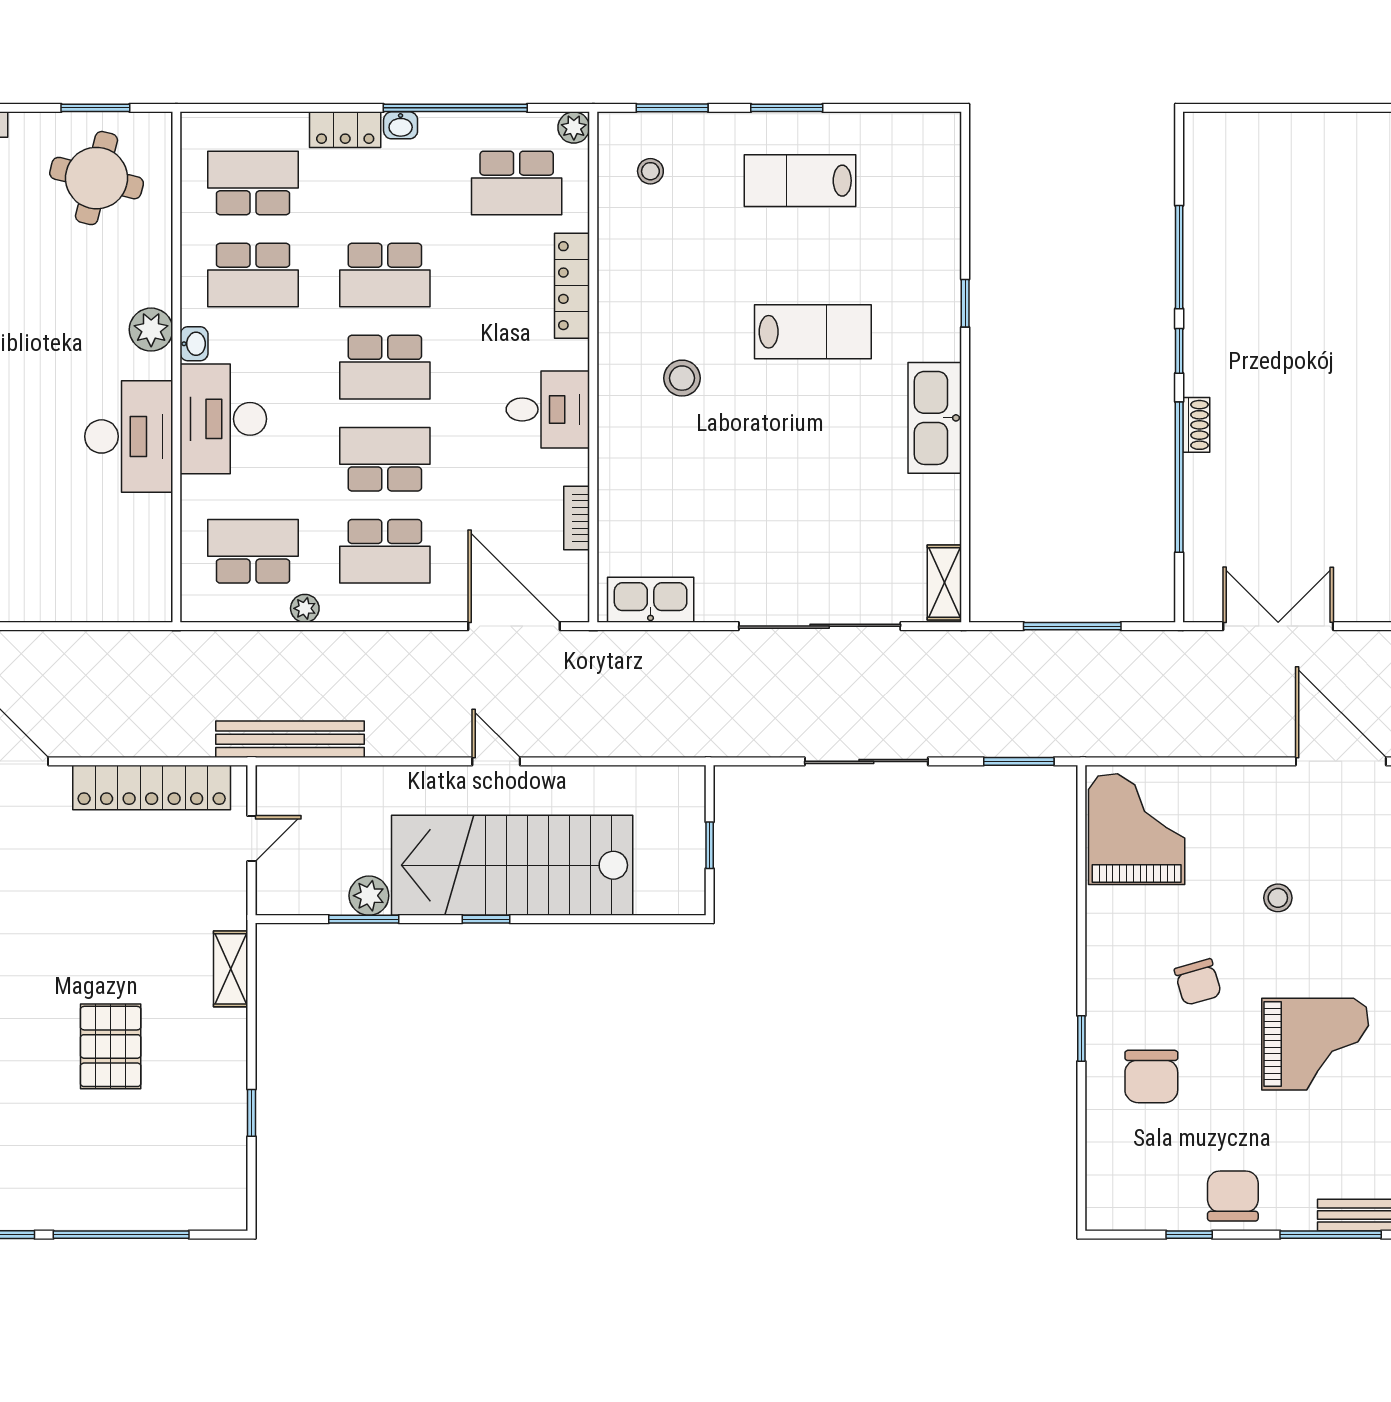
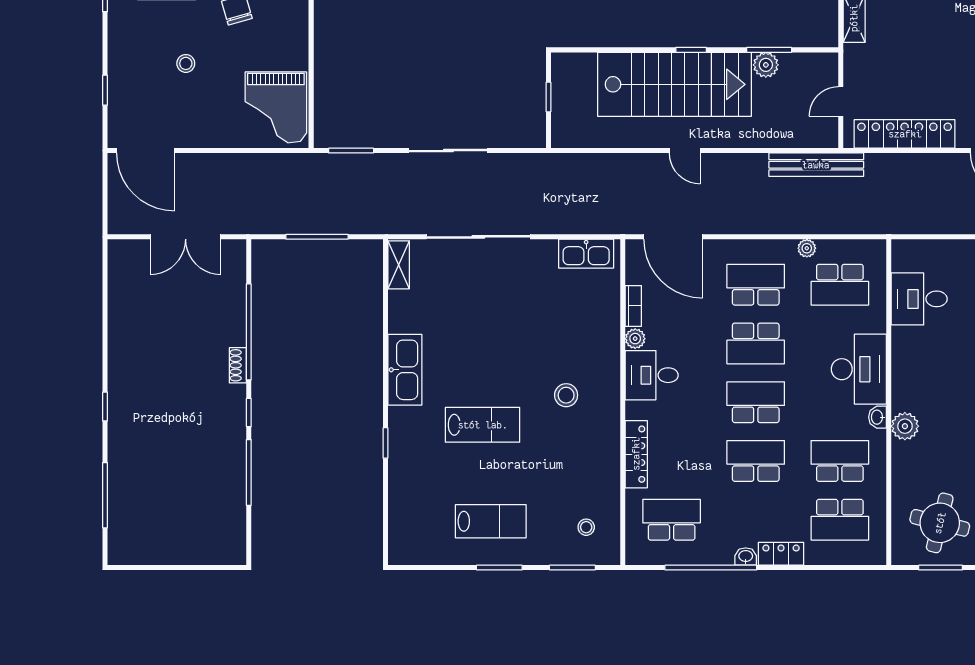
plant: (574, 127) -> (635, 339), moved
lab bench: (813, 332) -> (483, 425), turned 180
desk: (129, 436) -> (919, 299), moved, width x0.73

